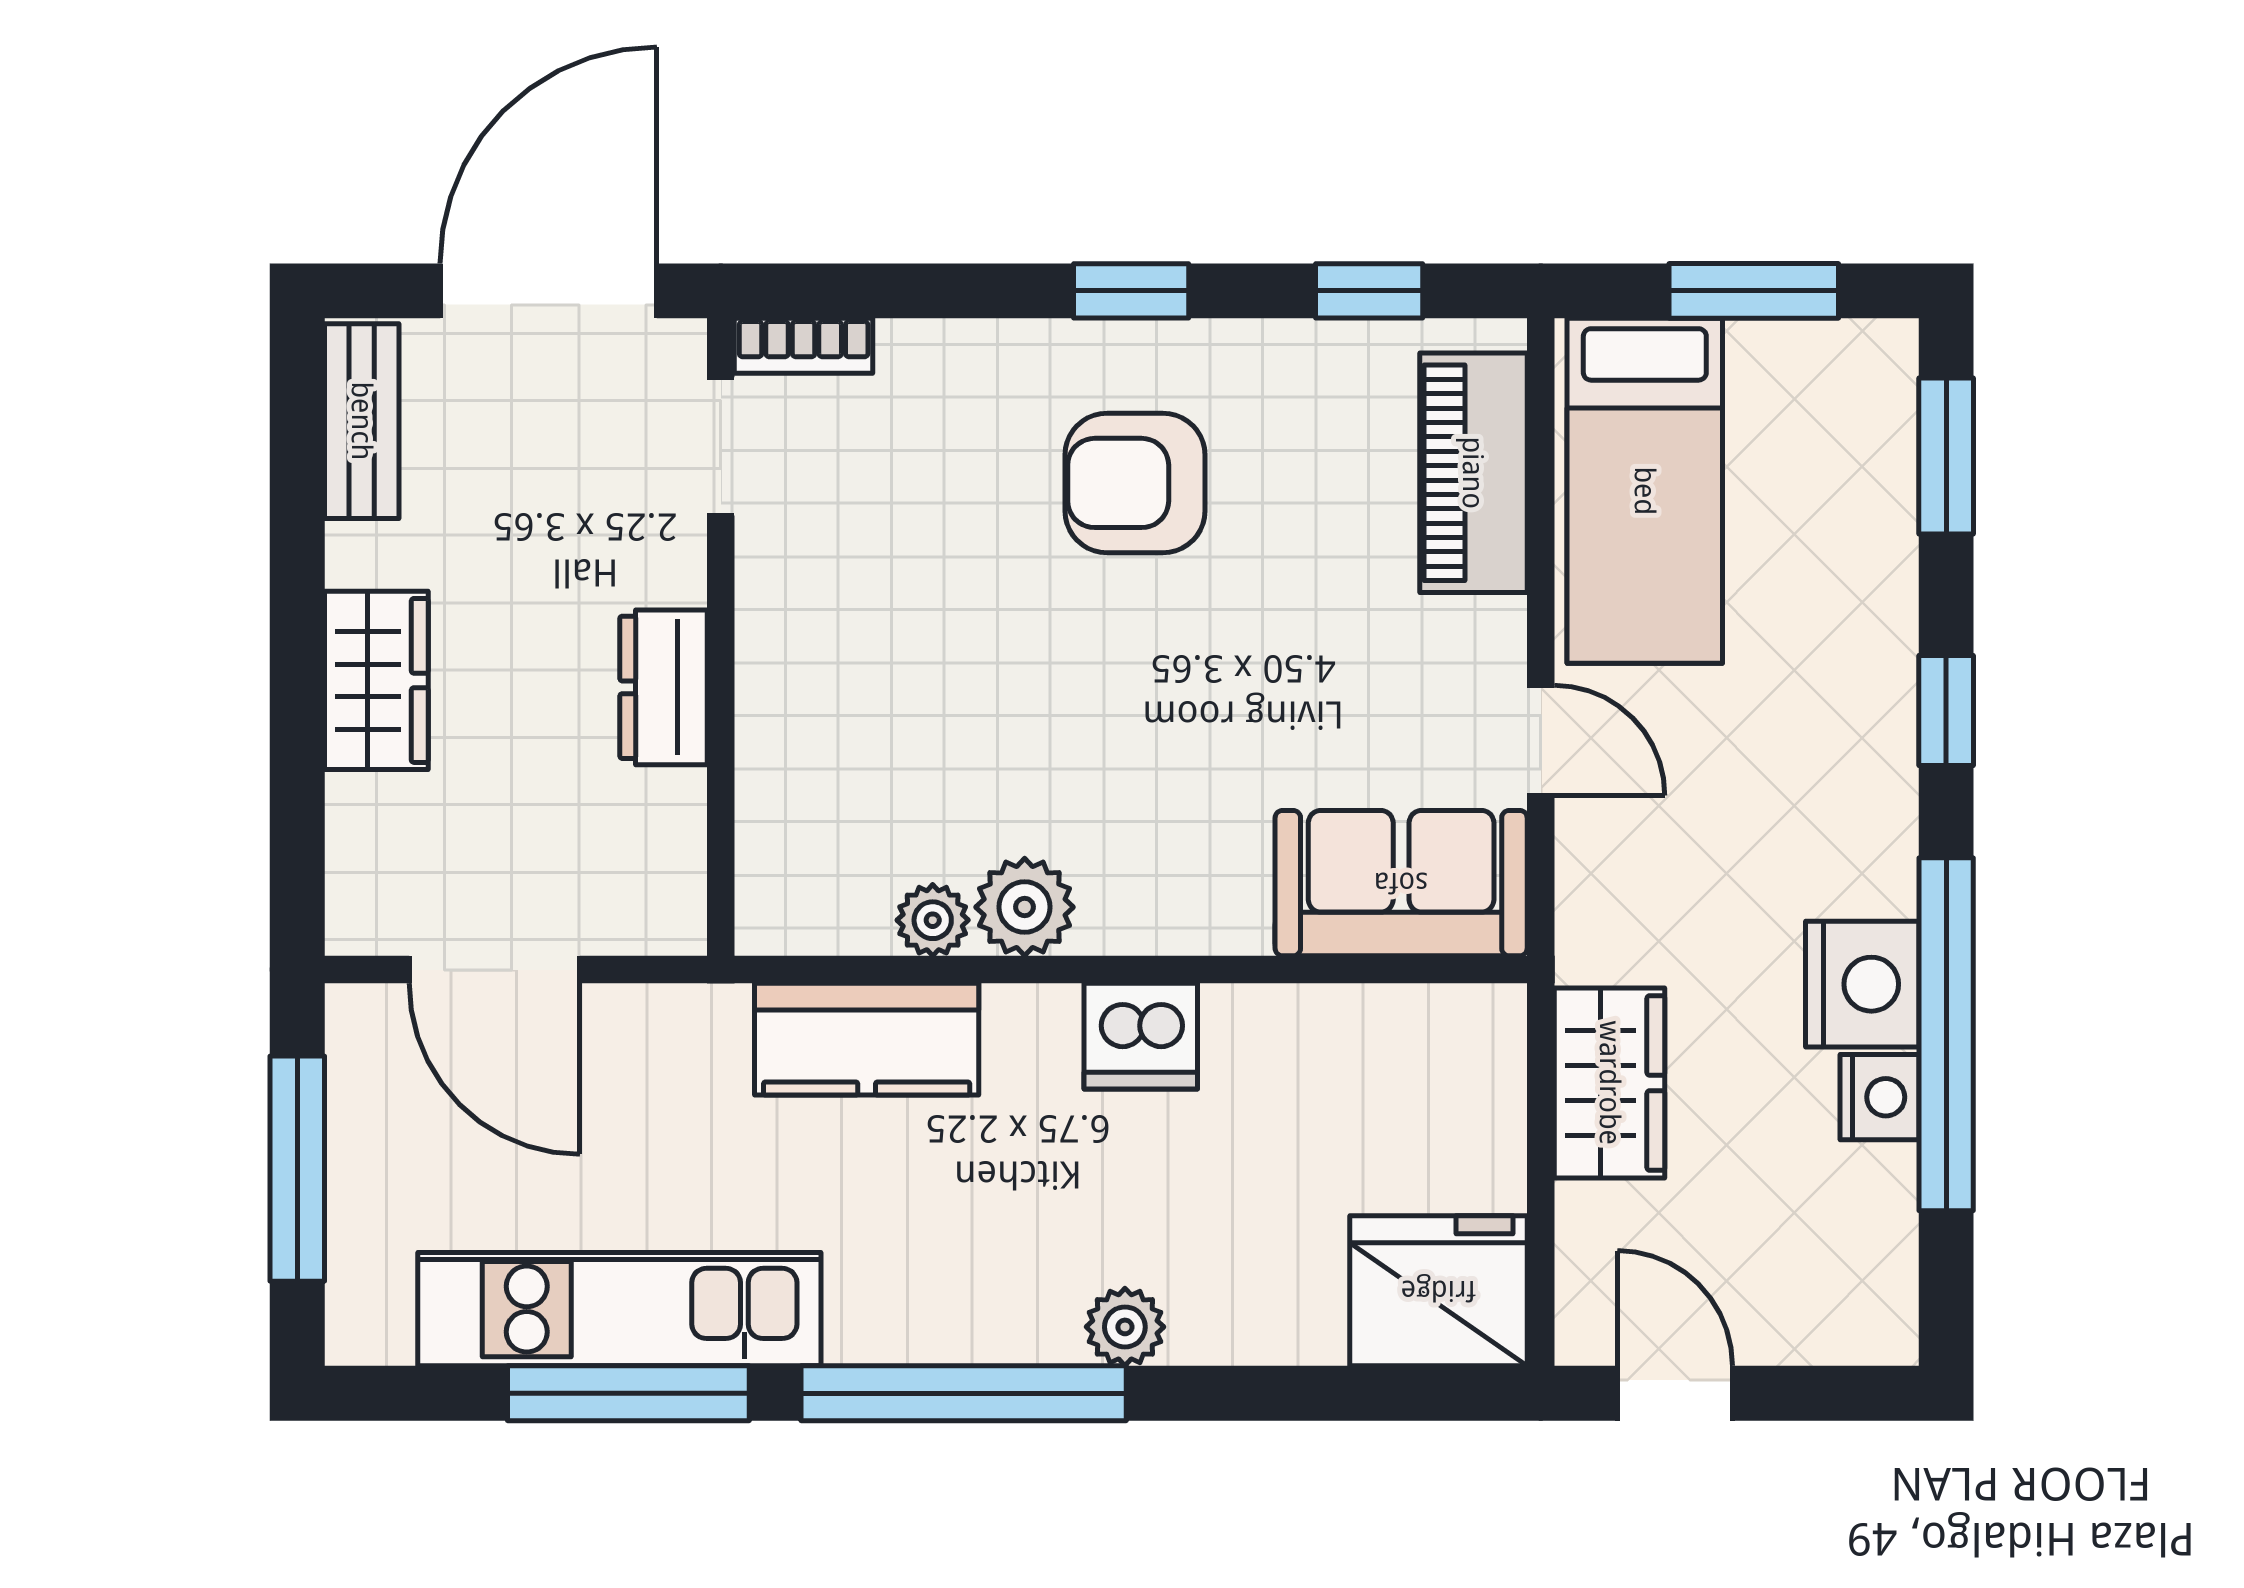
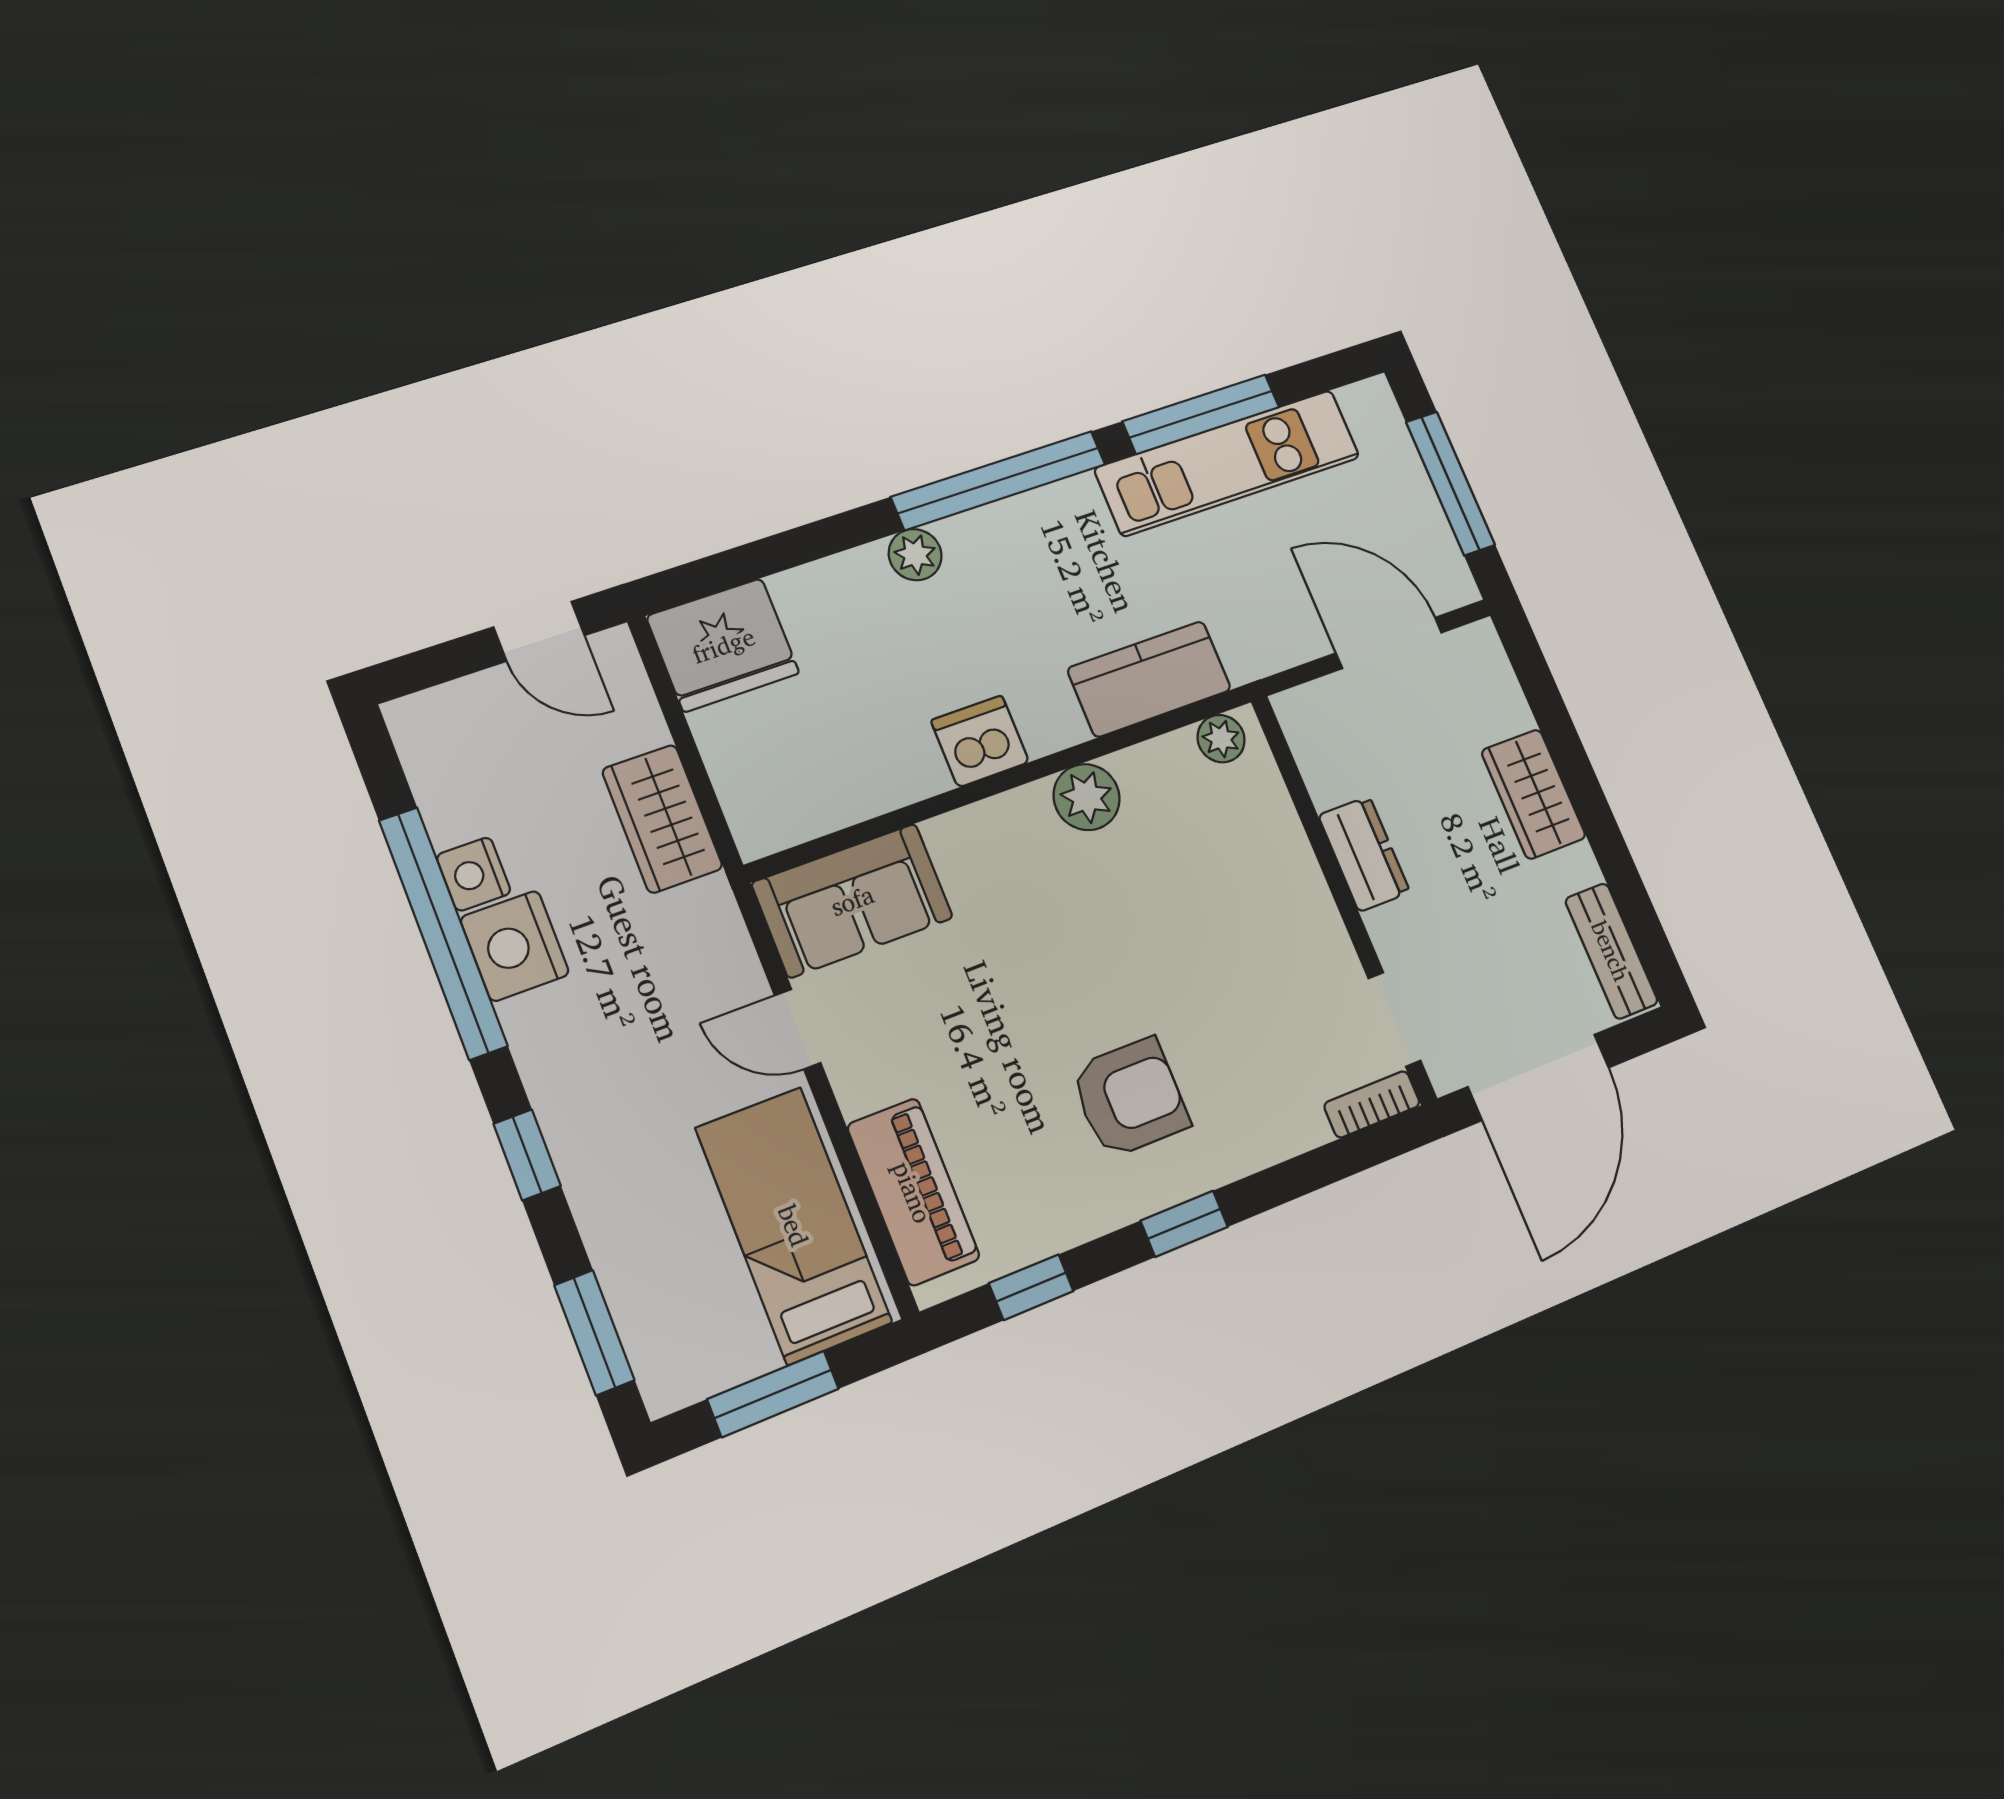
plant: (933, 920) -> (1221, 739), moved

